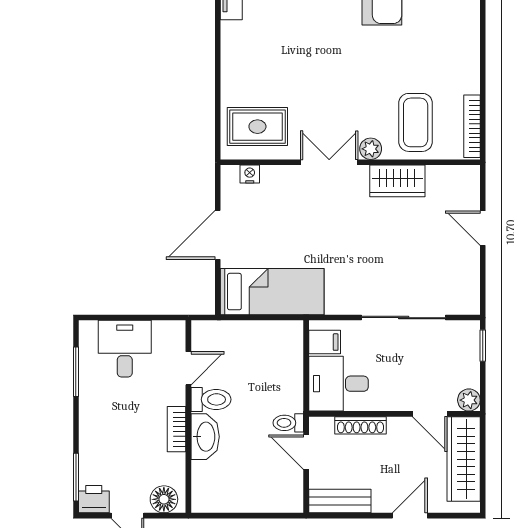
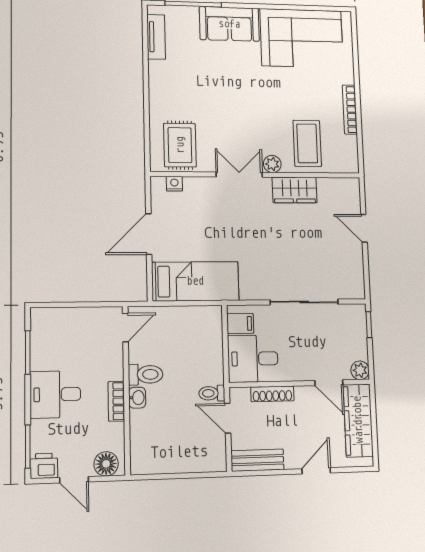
bookcase: (472, 126) -> (350, 110), moved
rug: (257, 127) -> (180, 145), turned 90
desk: (125, 349) -> (55, 394), moved, turned -90
door: (188, 368) -> (125, 327), moved
washbasin: (205, 437) -> (137, 398), width x0.52, depth x0.69

